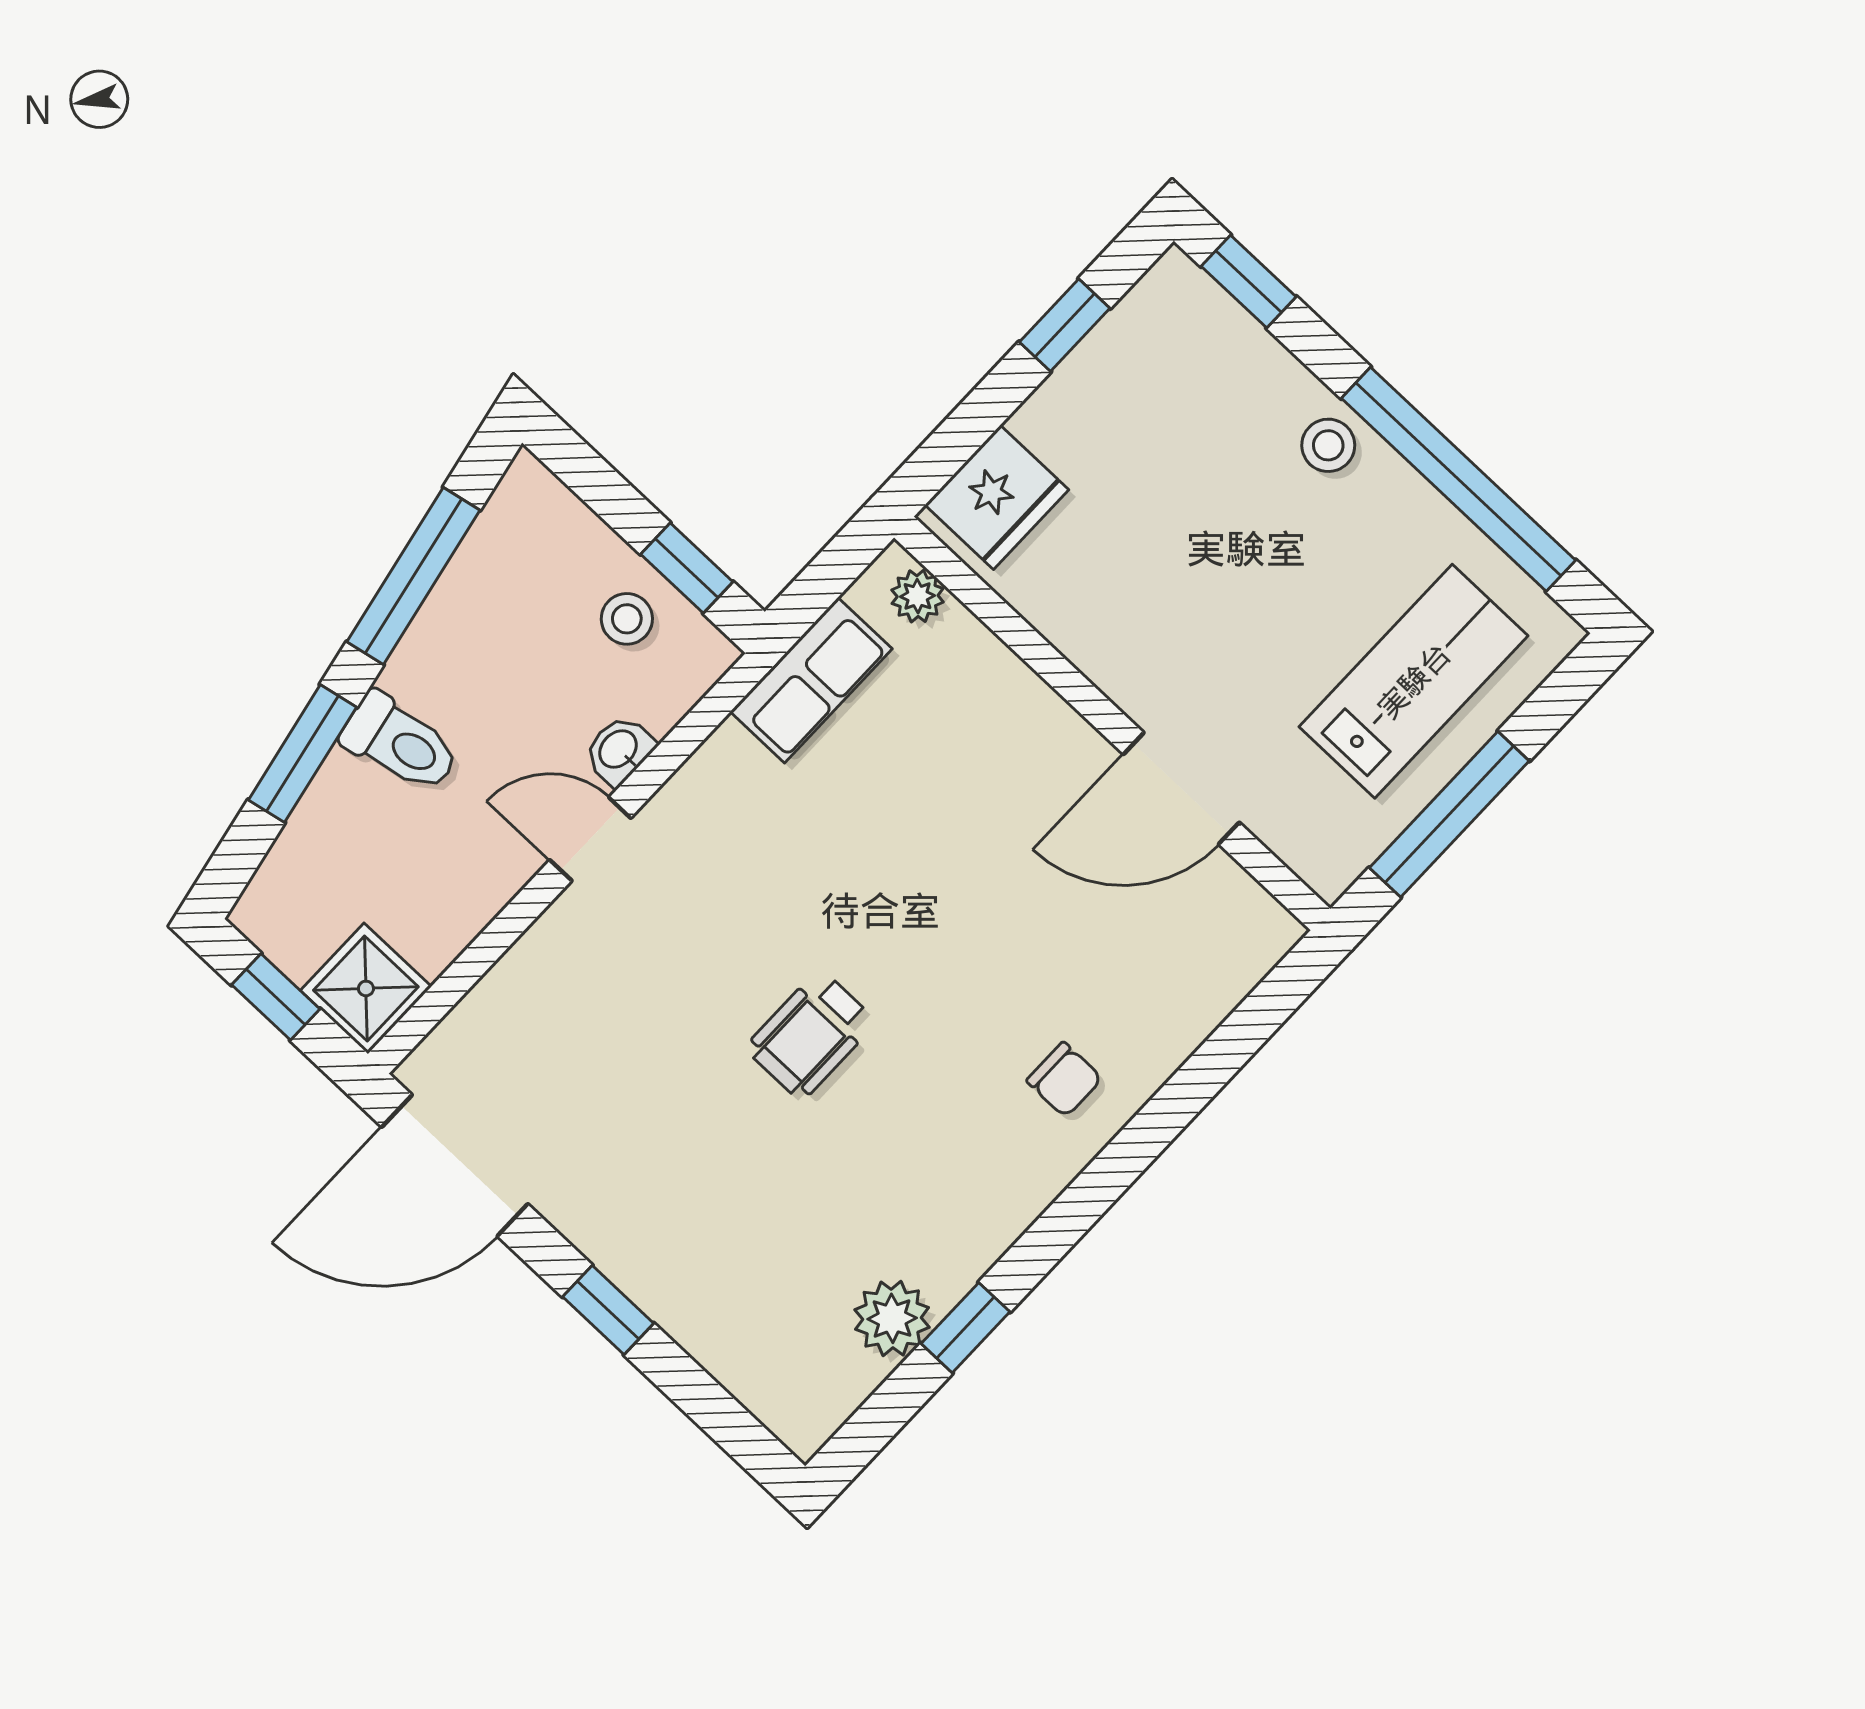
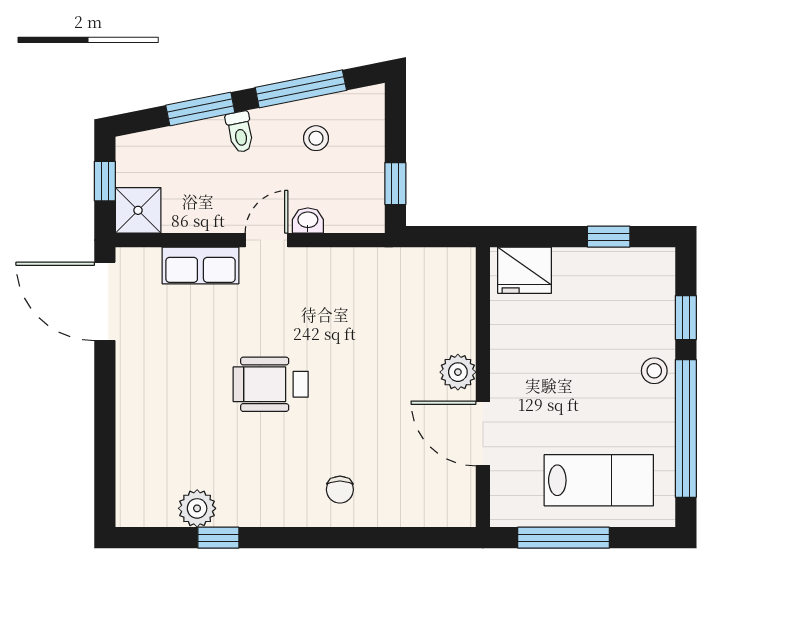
window: (1249, 282) -> (686, 318), moved
plant: (918, 596) -> (458, 372), moved, width x1.38, depth x1.38
stool: (627, 619) -> (316, 138), moved
row of seats: (811, 680) -> (200, 265), moved
toilet: (401, 743) -> (240, 132), width x0.73, depth x0.72
door: (590, 839) -> (266, 240), hinge flipped
wheelchair: (811, 1035) -> (271, 384), width x1.36, depth x1.37
window: (608, 1310) -> (105, 404), removed

